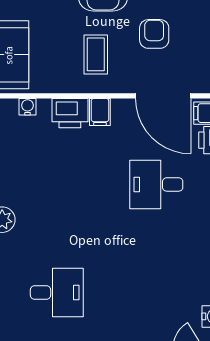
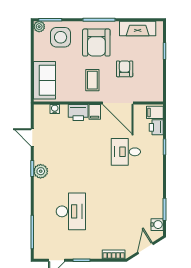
door: (163, 96) -> (118, 103), moved
desk: (57, 293) -> (71, 211), width x1.37

